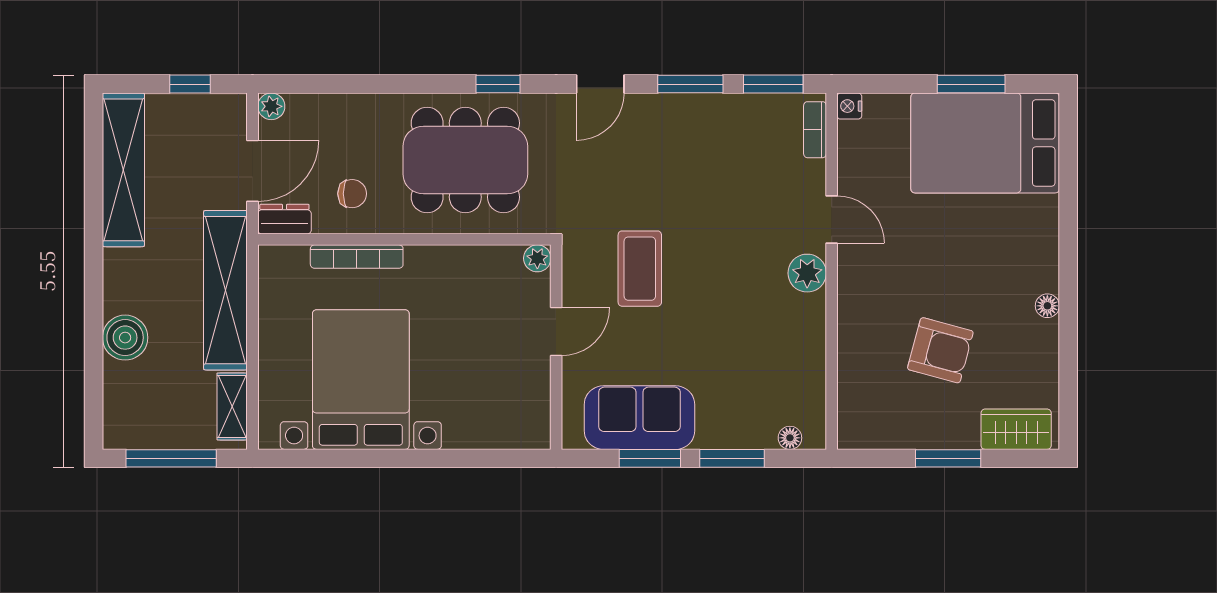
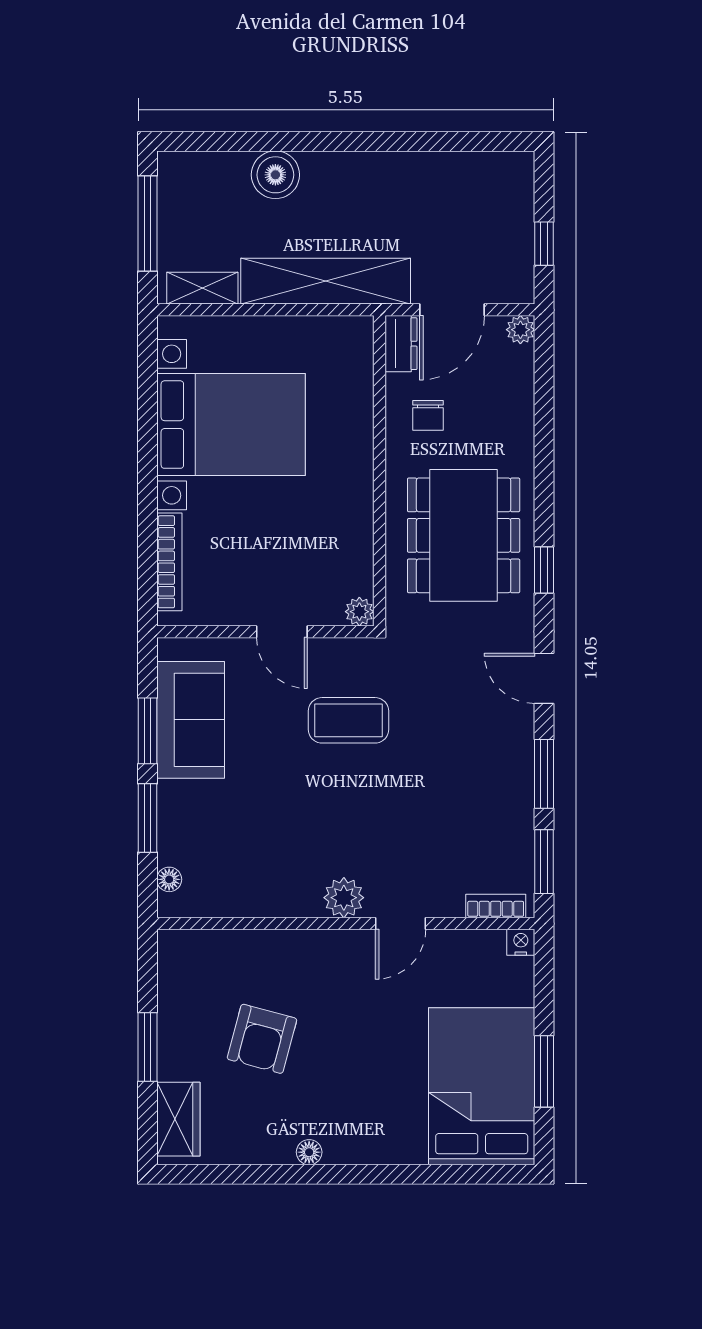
shelving: (123, 170) -> (453, 173), removed
door: (253, 171) -> (452, 310), hinge flipped
bookcase: (357, 257) -> (169, 562), moved, turned 180

